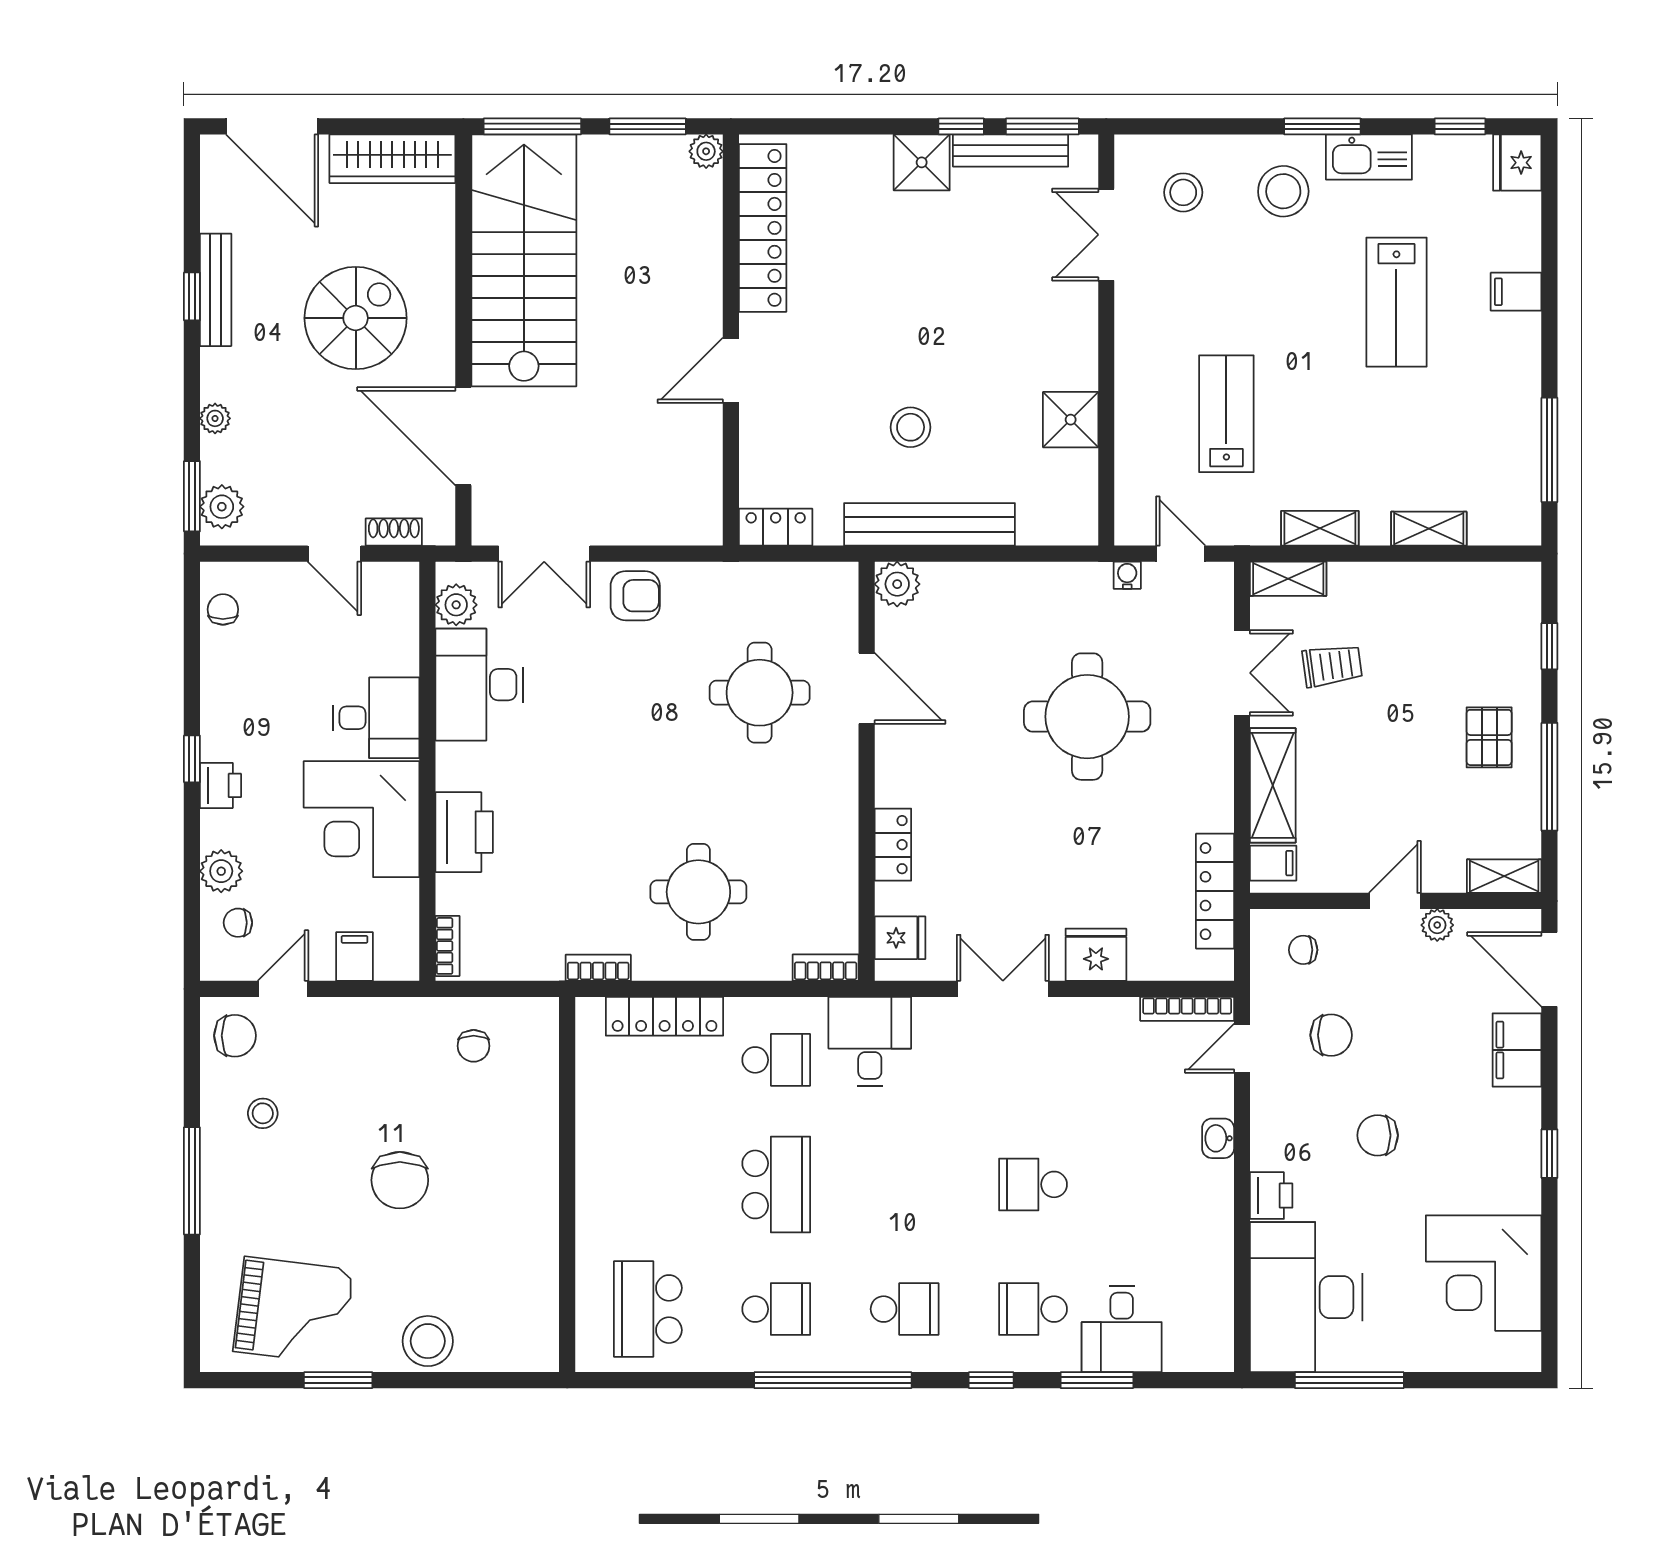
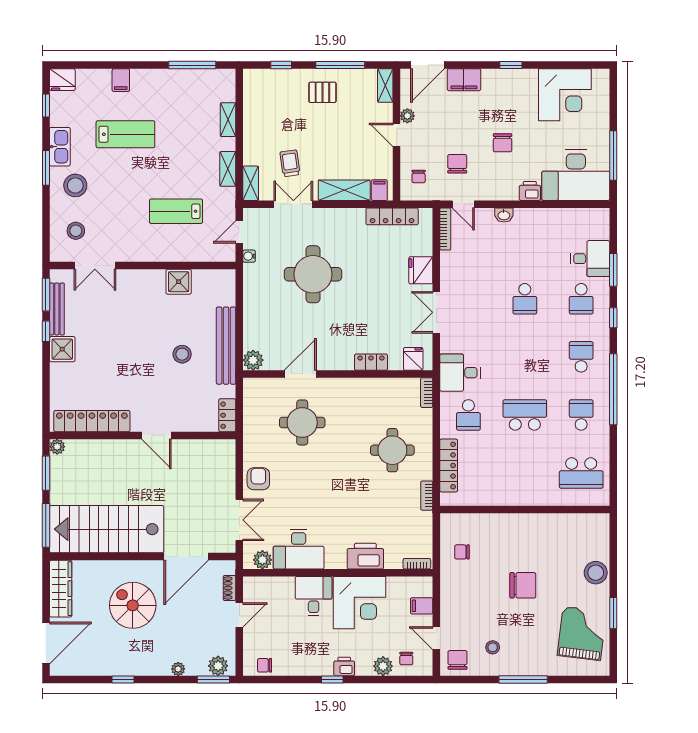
bench: (216, 290) -> (120, 669), removed
chair: (474, 1046) -> (462, 552), turned 180
school desk: (776, 1060) -> (468, 415), turned 180

